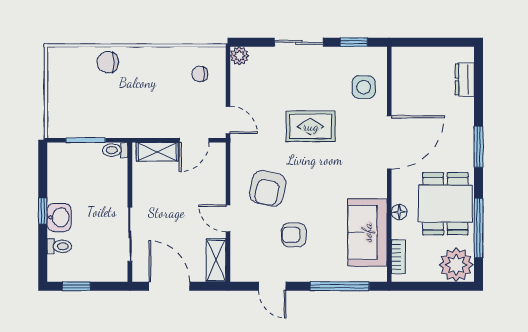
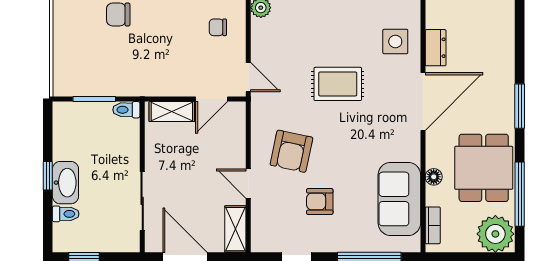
dresser: (465, 79) -> (436, 48), moved, turned 180
washbasin: (59, 217) -> (65, 183), width x1.38

